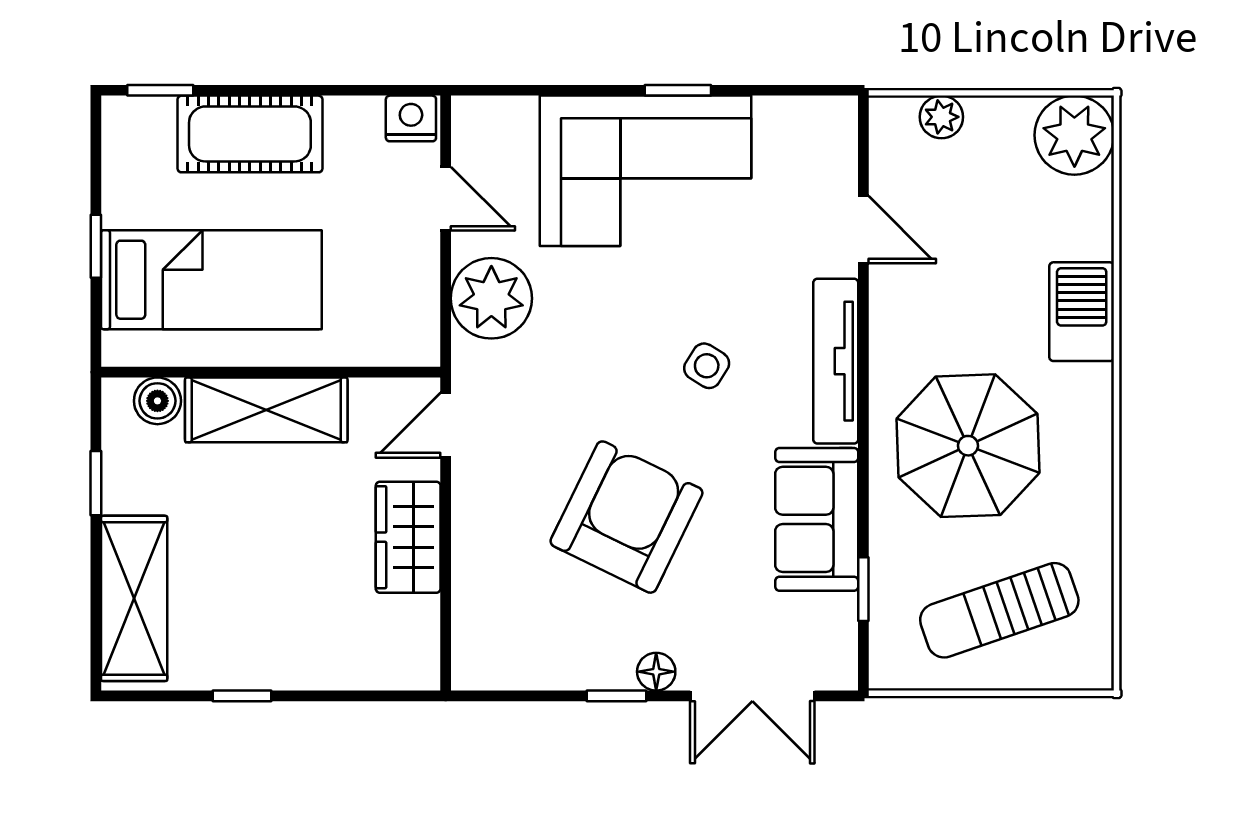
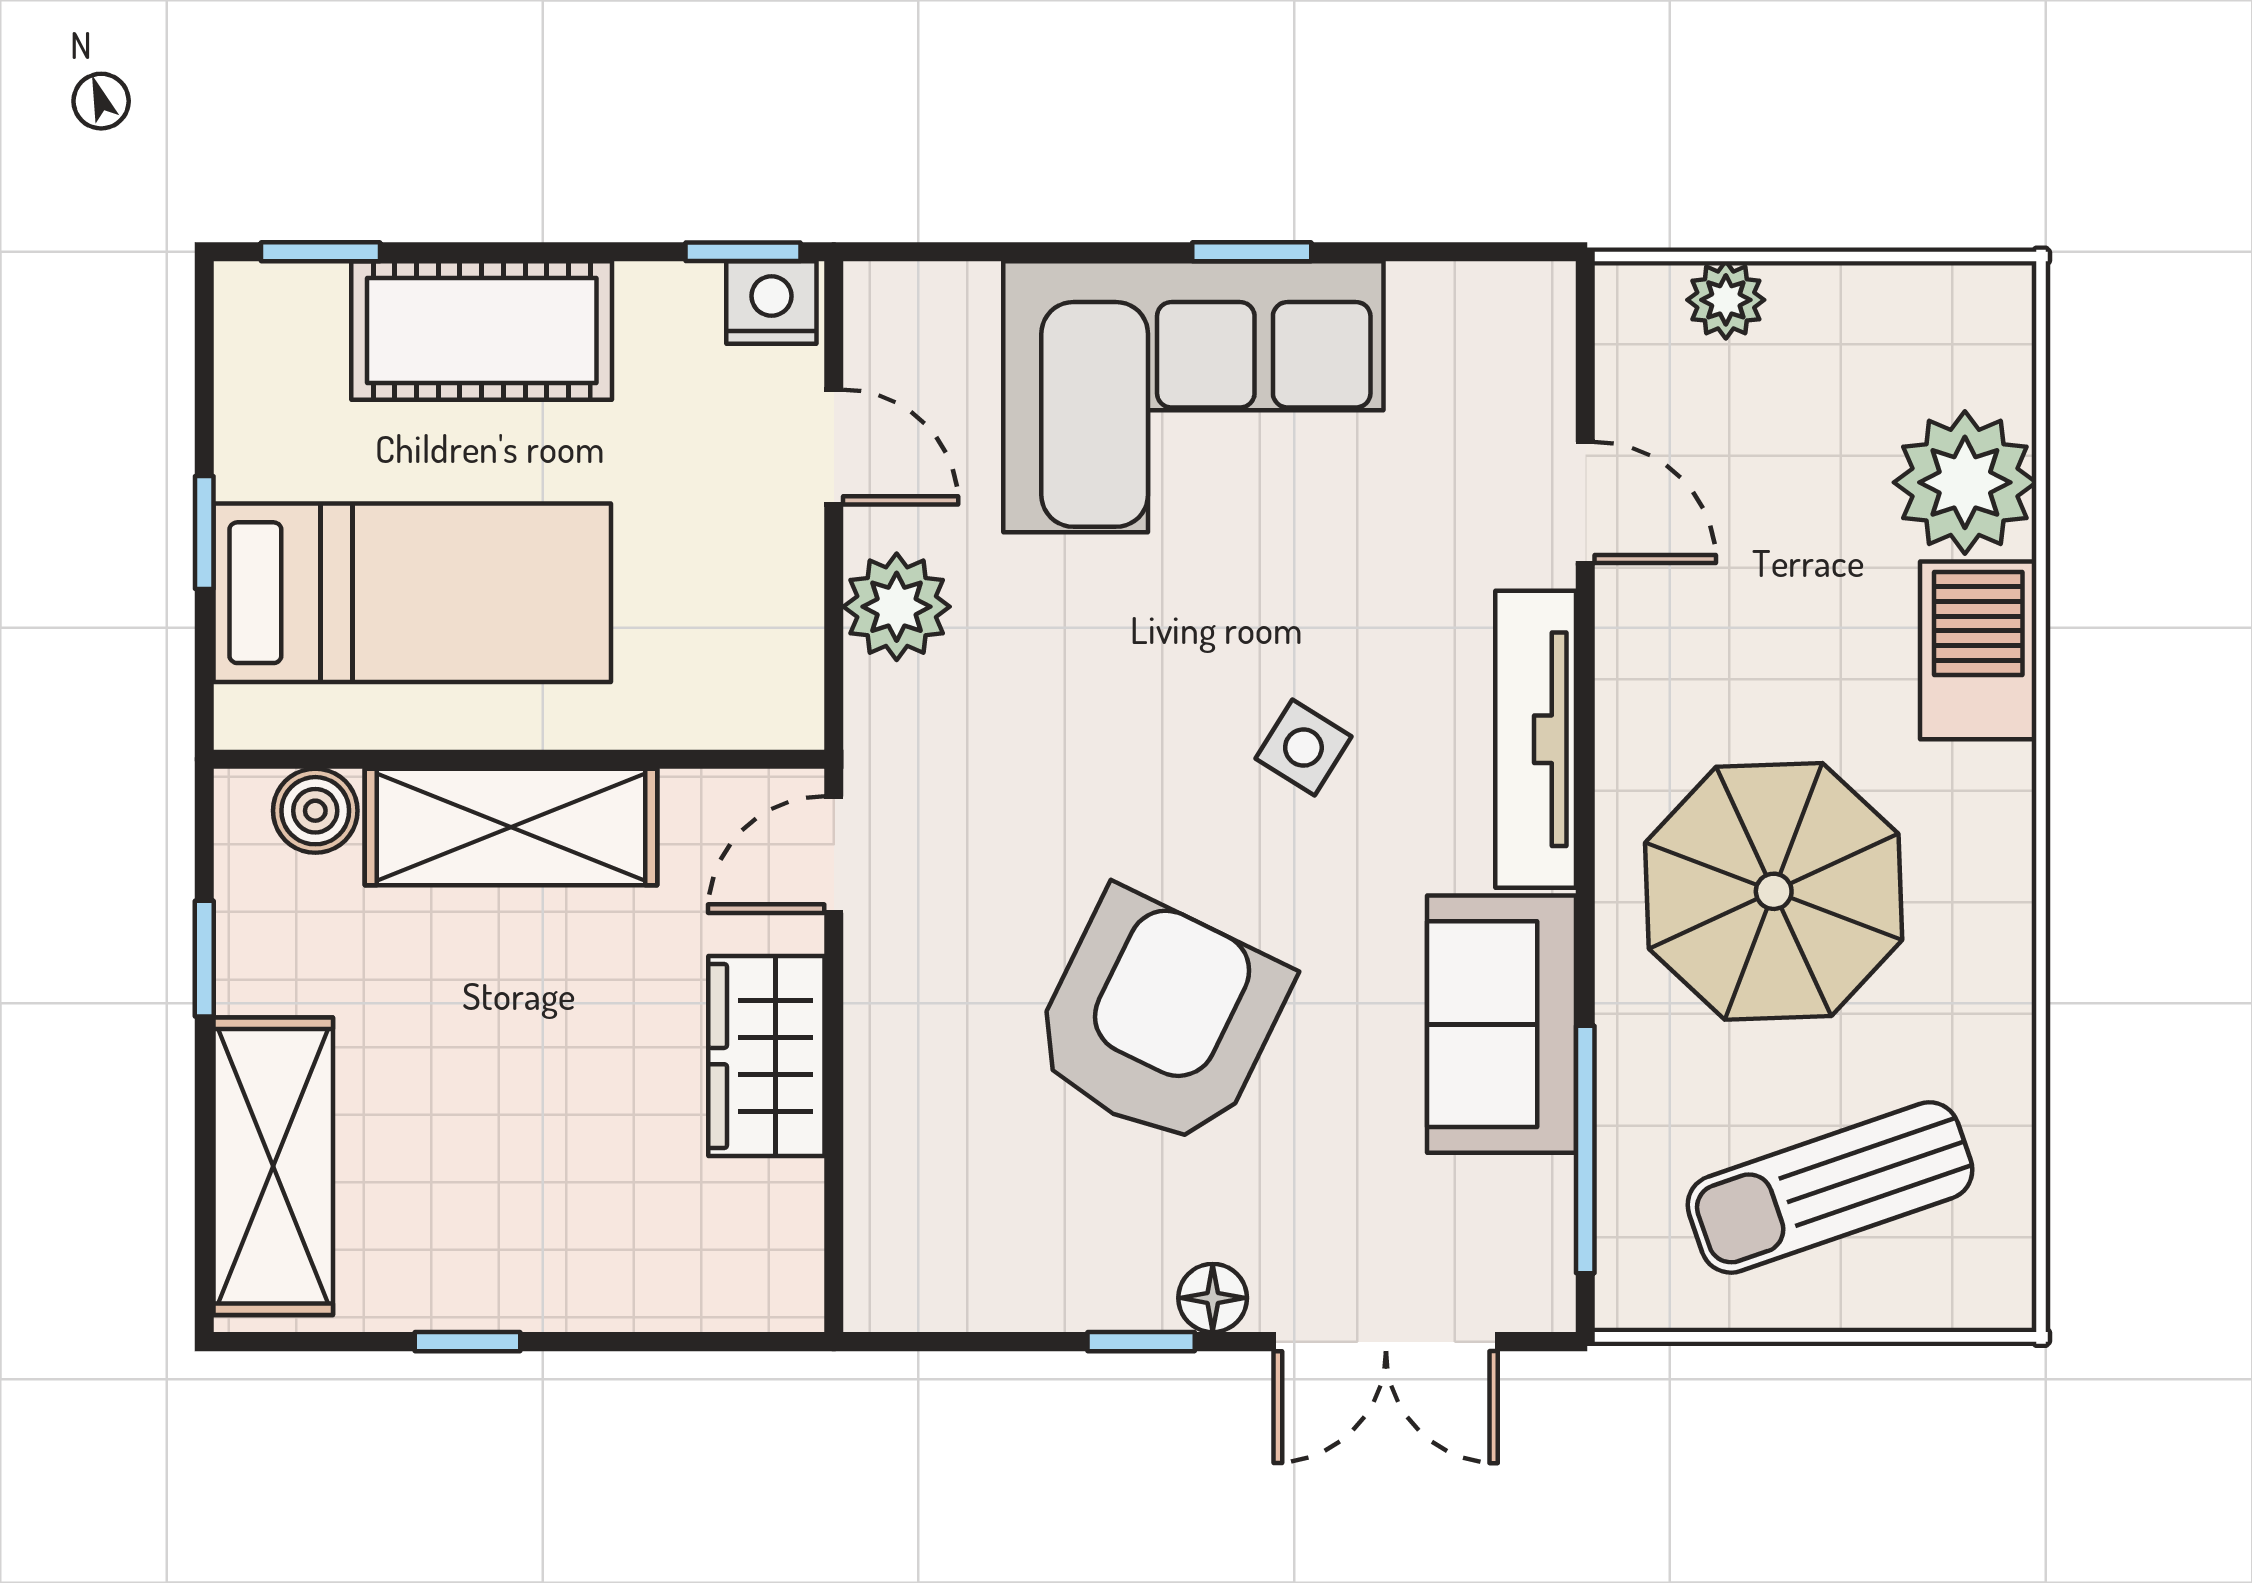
window: (395, 90) -> (743, 252), added
plant: (1074, 135) -> (1965, 482), moved
plant: (491, 298) -> (897, 607), width x0.73, depth x0.73
window: (863, 589) -> (1585, 1149), width x2.17

